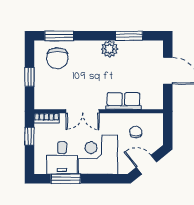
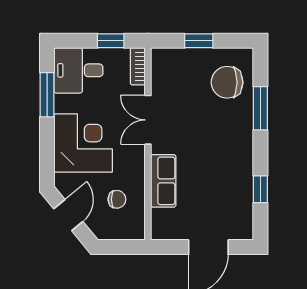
window: (59, 36) -> (260, 108), moved
window: (129, 36) -> (260, 189), width x0.67
plant: (109, 49) -> (241, 160), removed
desk: (62, 158) -> (78, 70), moved

